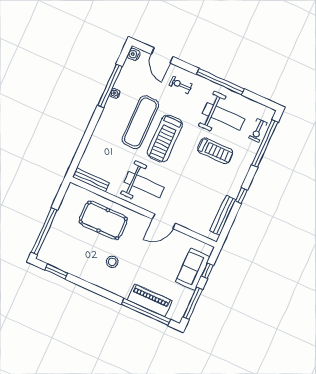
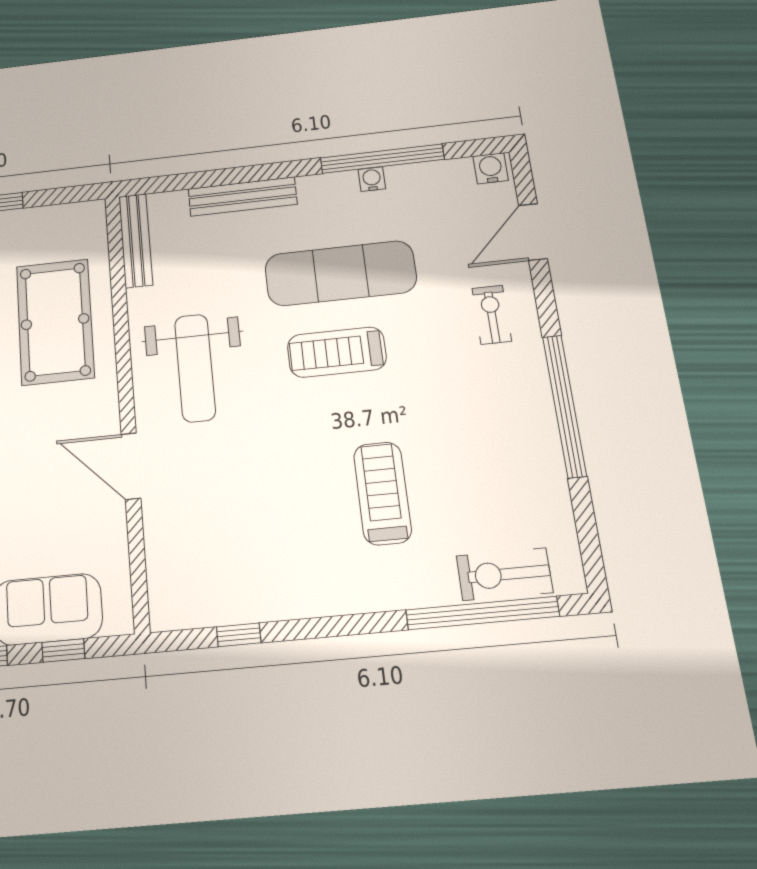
weight bench: (224, 116) -> (483, 464), removed
exercise bike: (258, 130) -> (504, 574), width x1.38, depth x1.39
treadmill: (165, 138) -> (337, 352), width x0.73, depth x0.73
treadmill: (215, 151) -> (382, 493), turned 180
window: (241, 195) -> (239, 635), moved
bench: (223, 215) -> (243, 197), moved

